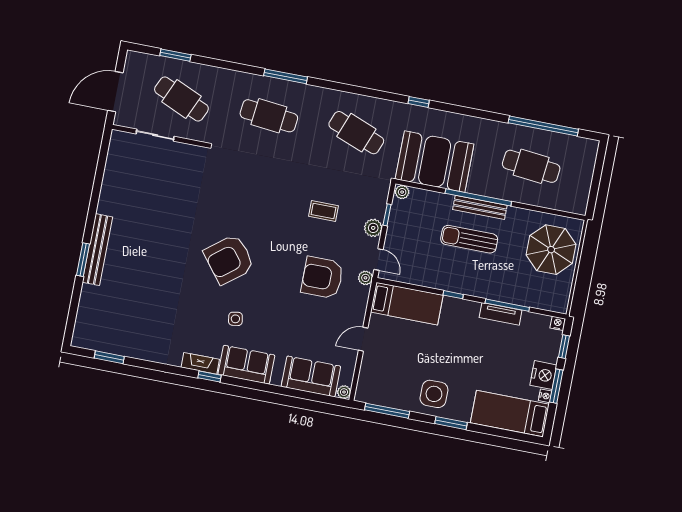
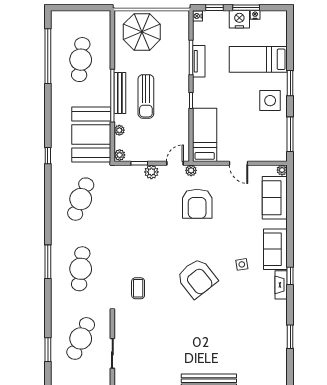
plant: (433, 198) -> (119, 130), added
coffee table: (323, 211) -> (138, 288), moved
window: (109, 357) -> (290, 337), moved
bed: (510, 414) -> (258, 59), moved, turned 90

